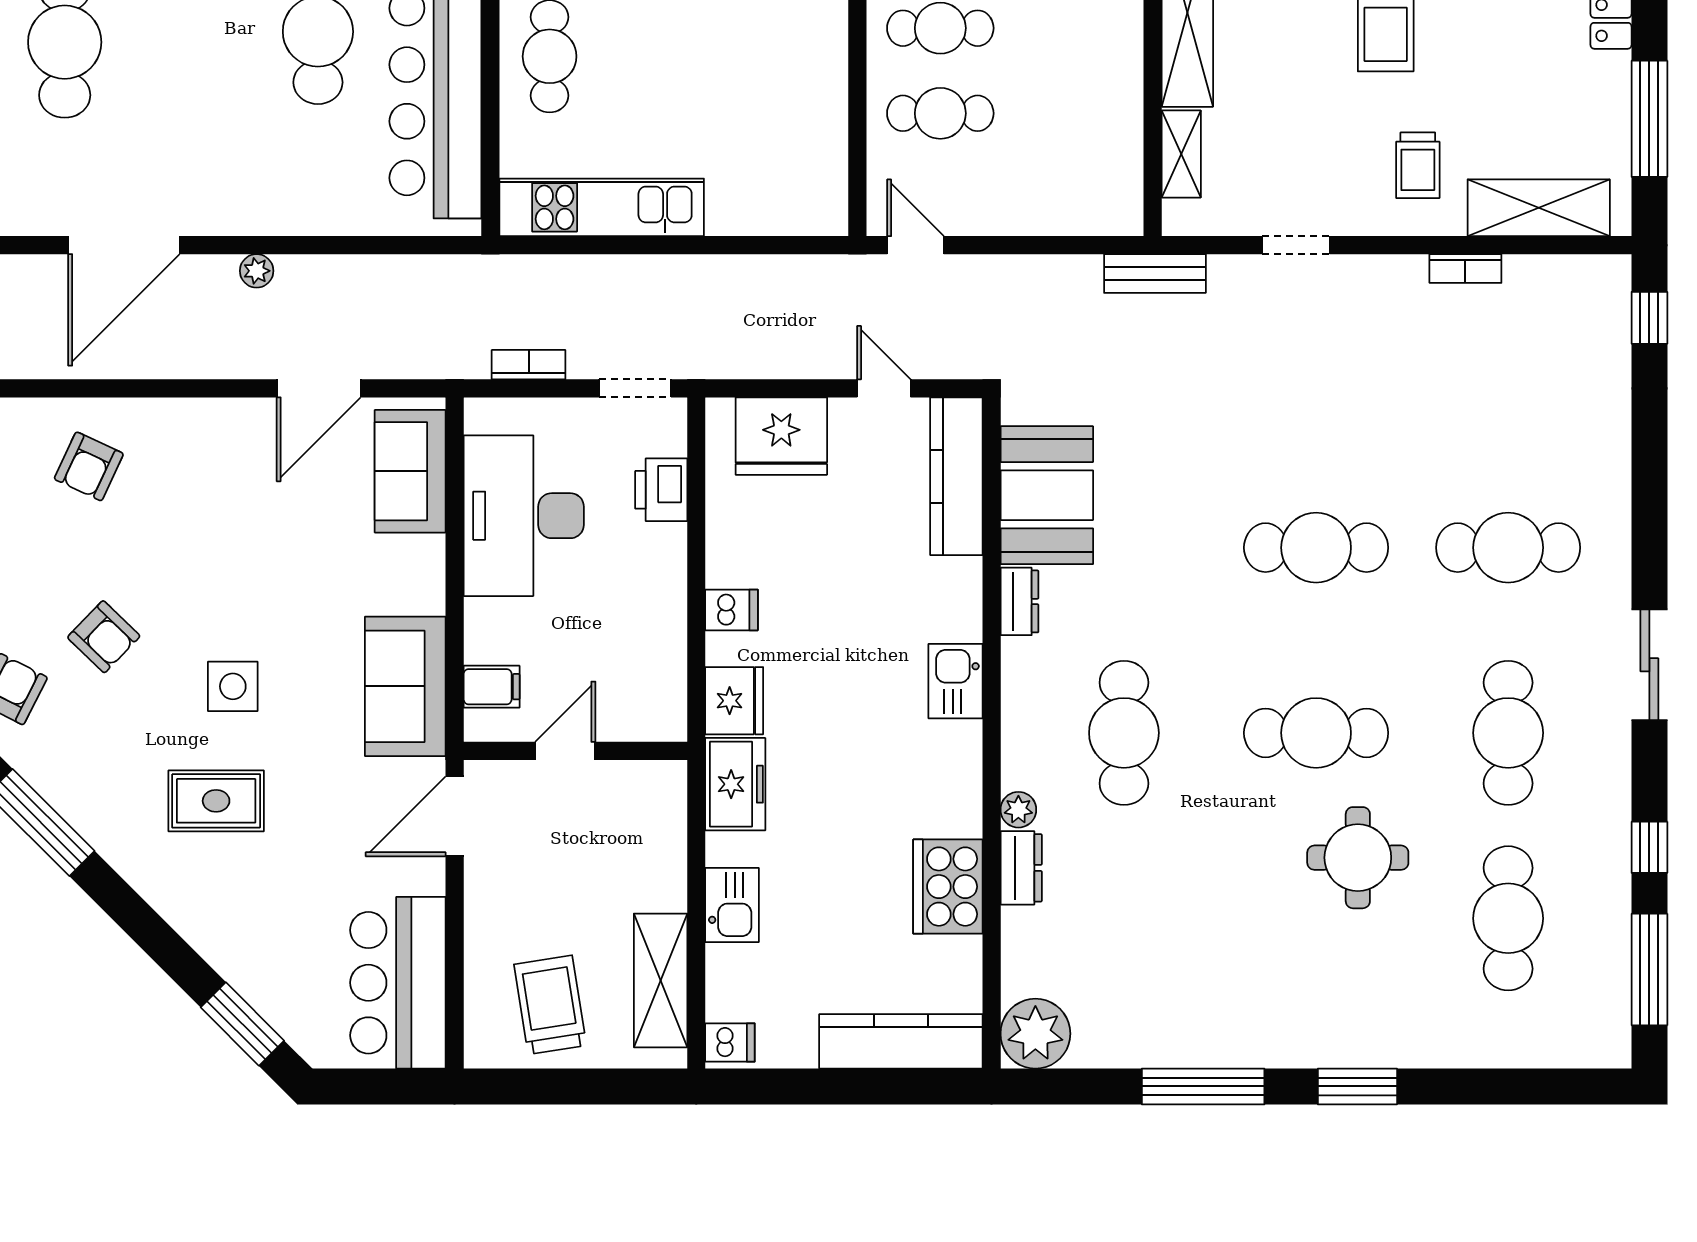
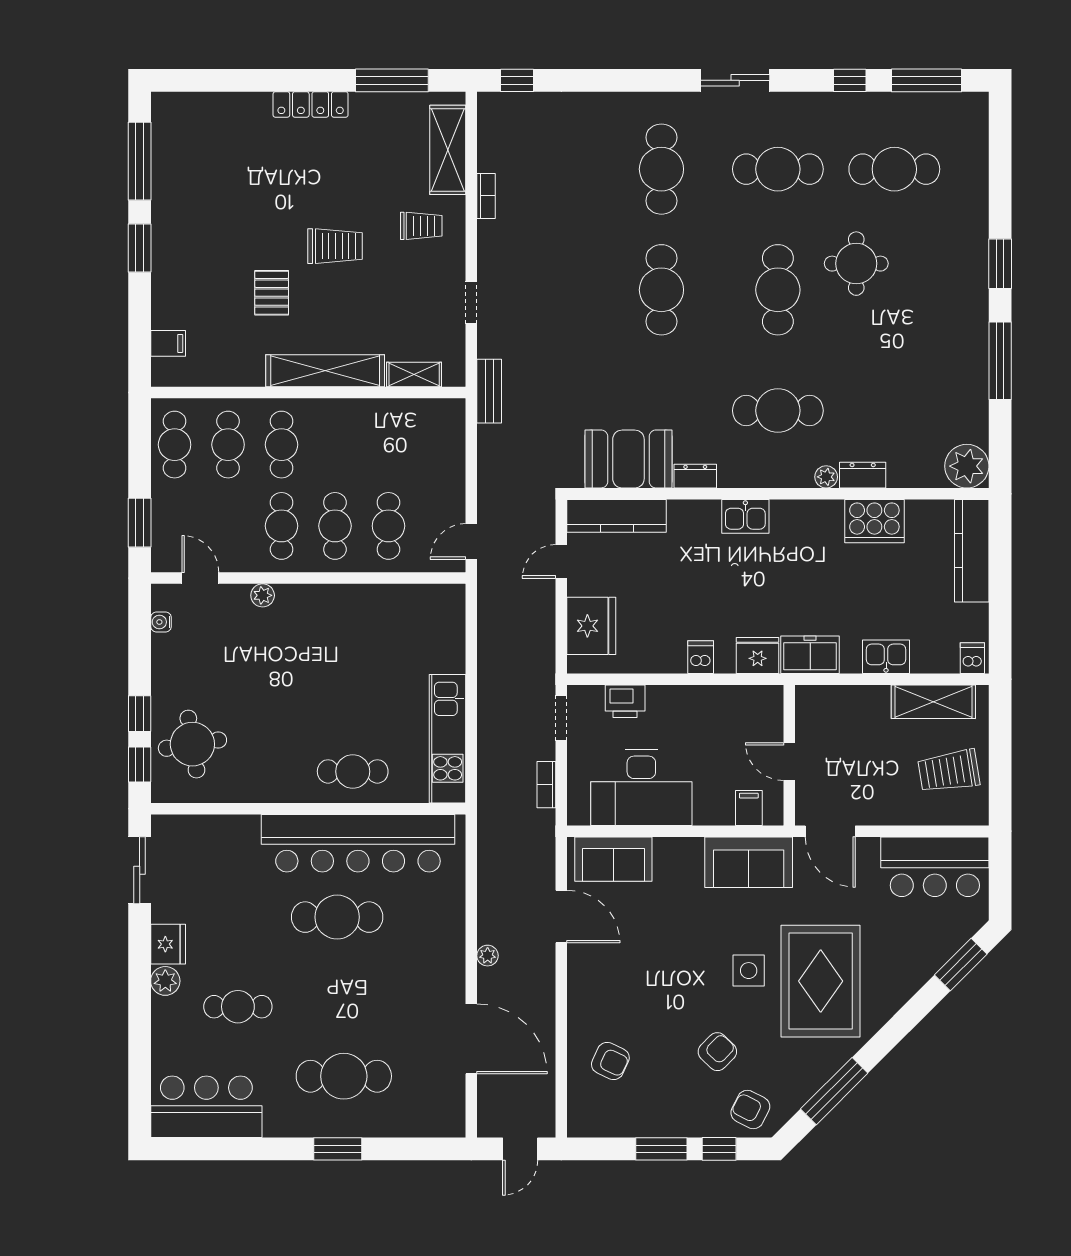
rug: (216, 801) -> (821, 981), width x1.86, depth x2.06

